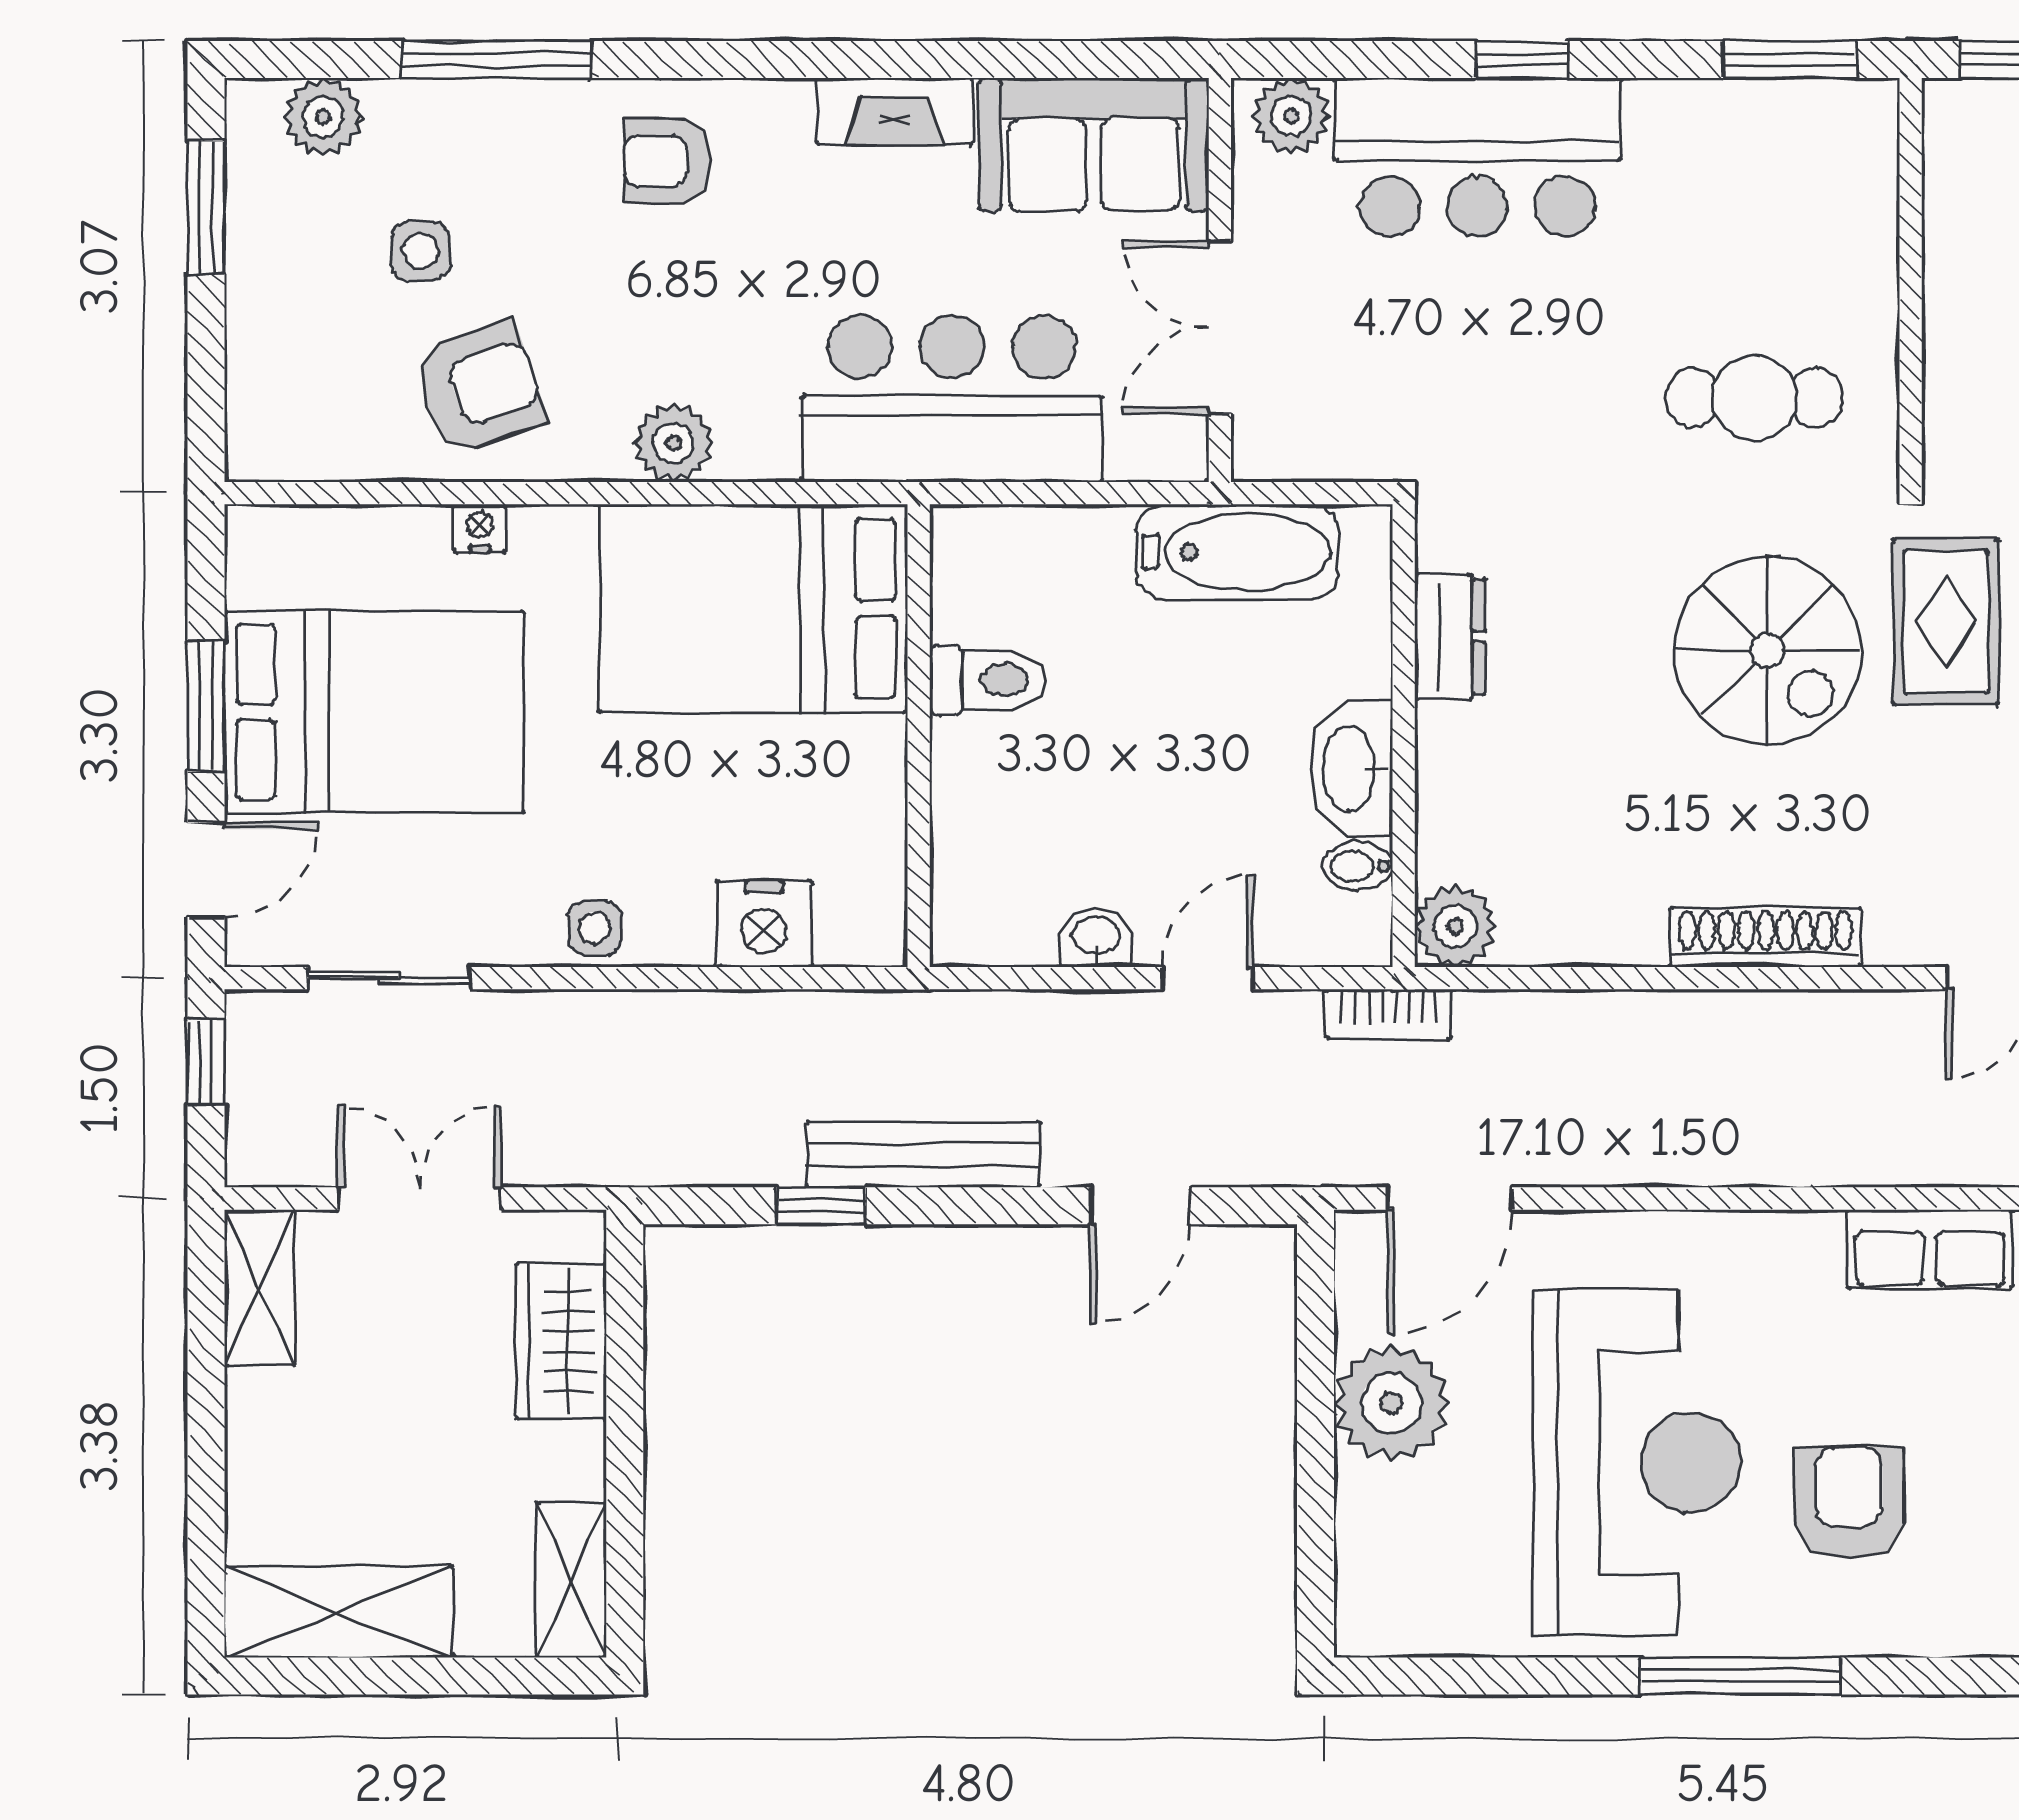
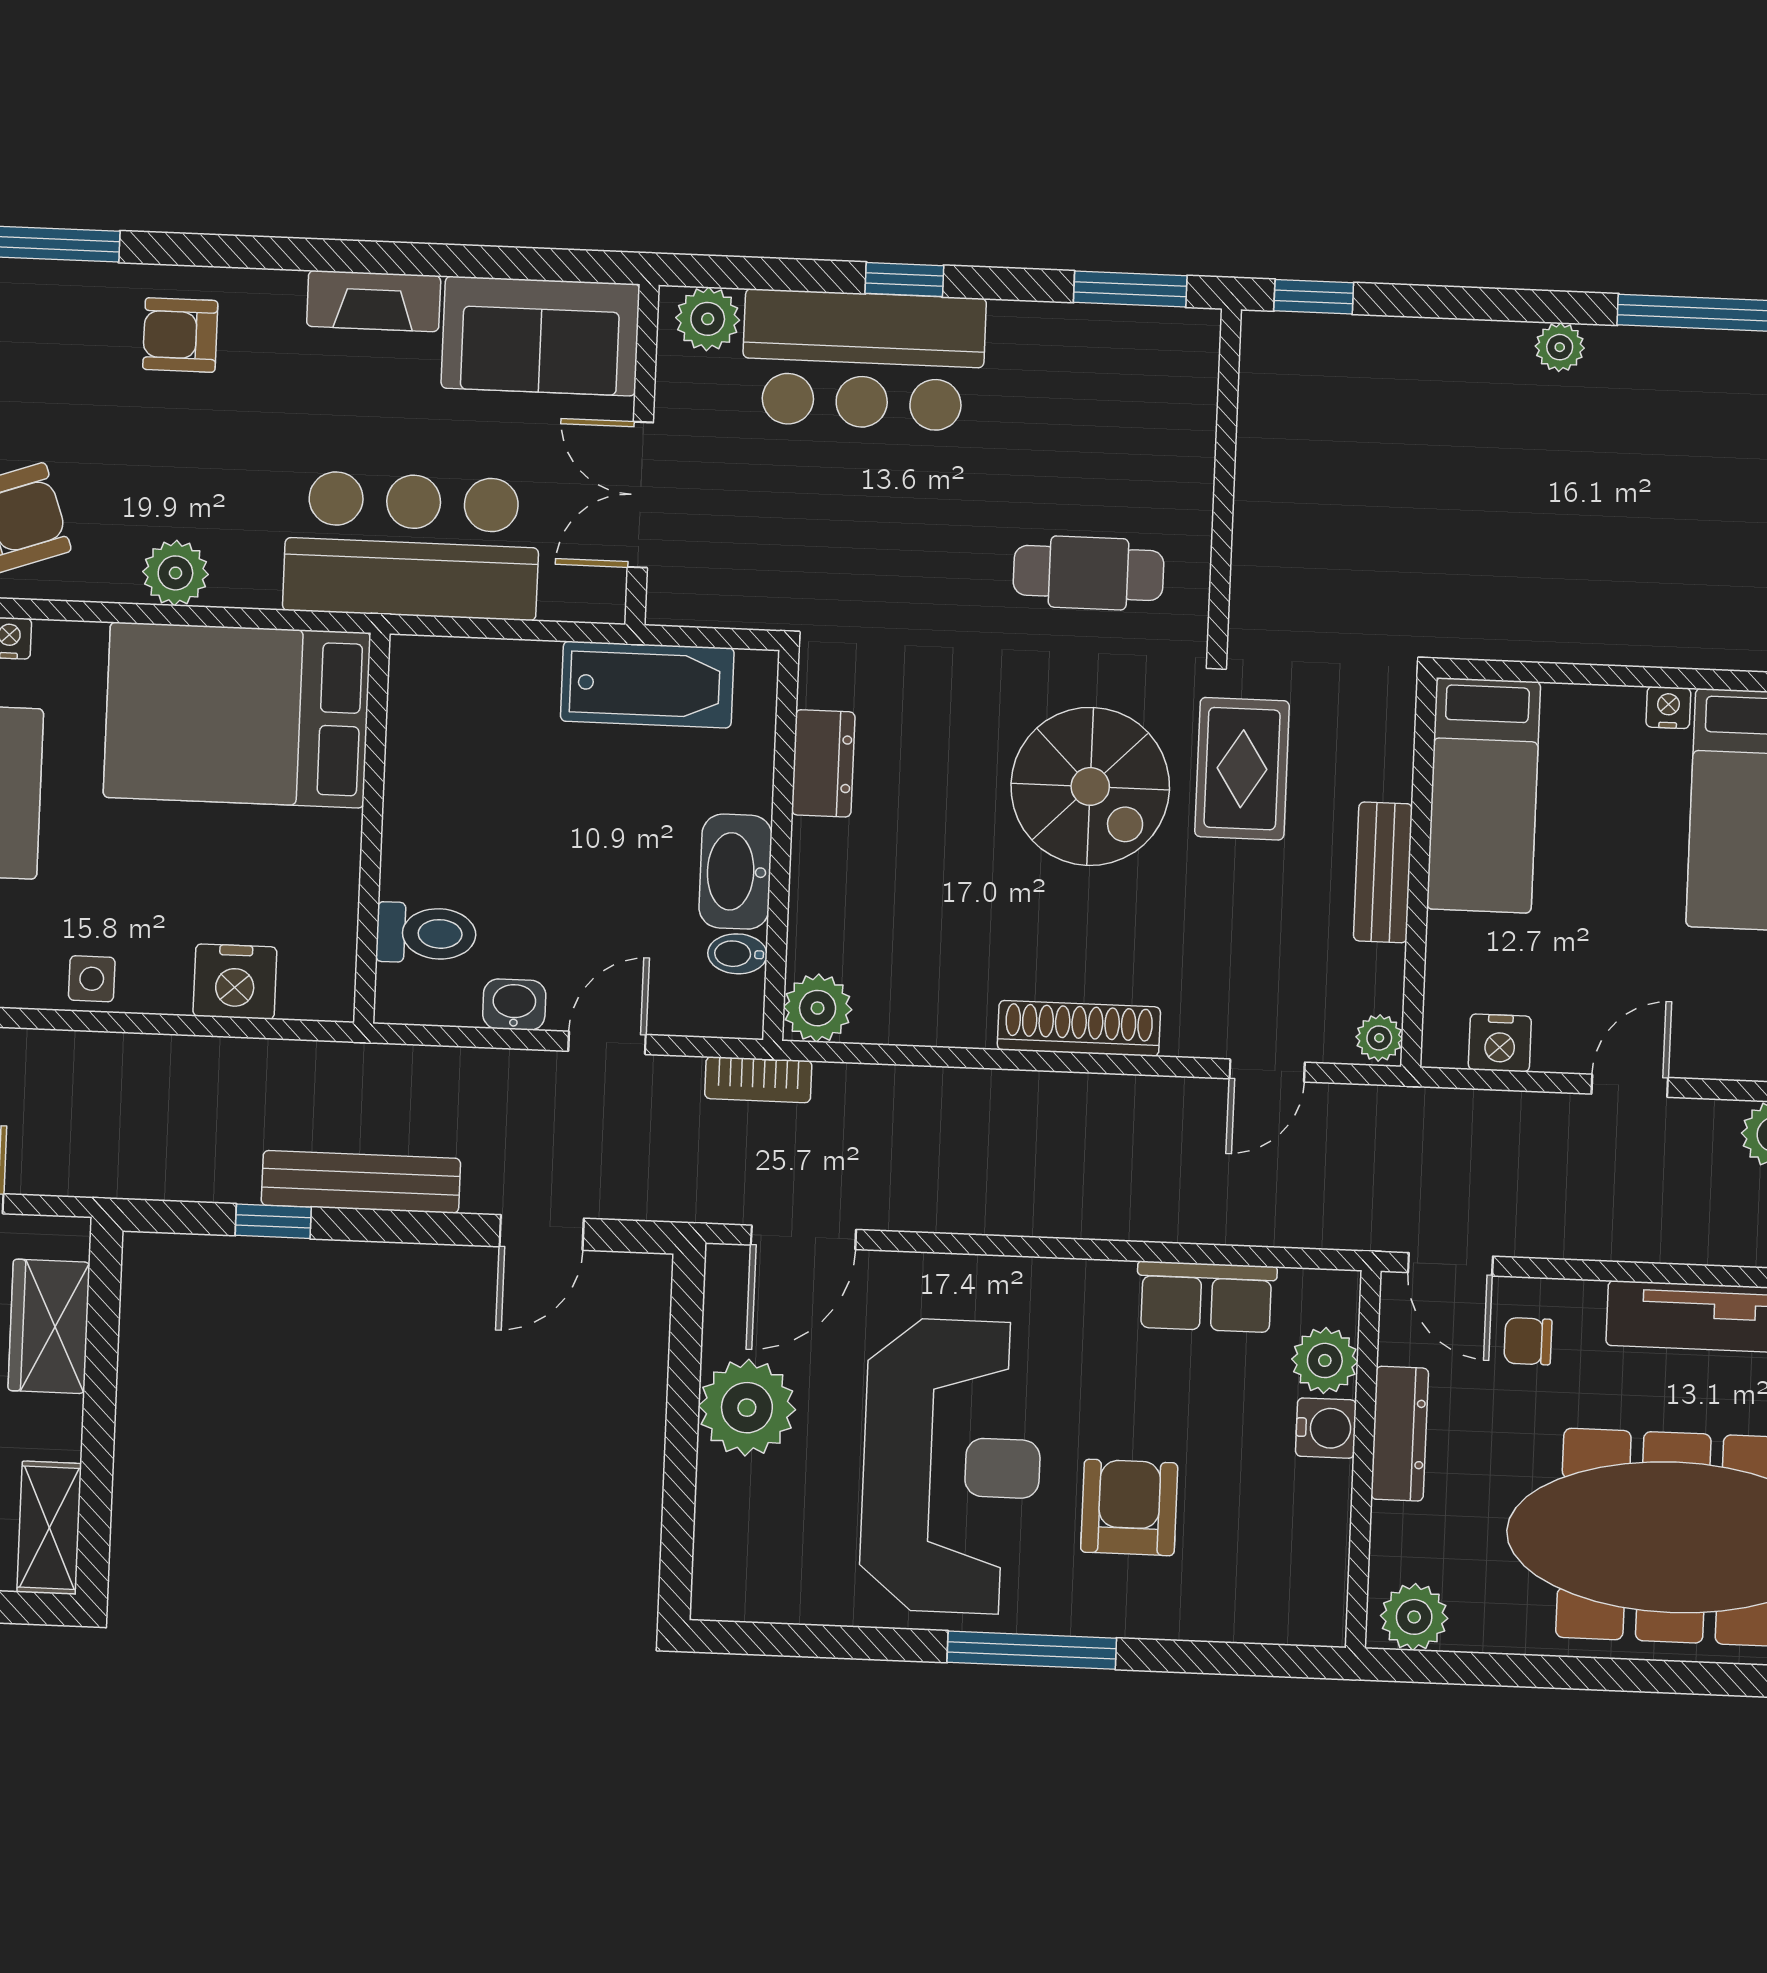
toilet: (988, 680) -> (426, 933), moved

